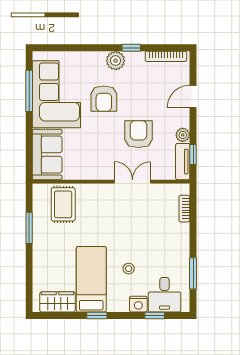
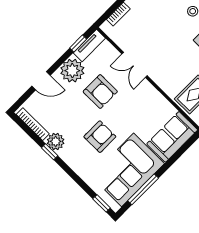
window: (51, 48) -> (102, 203), added
plant: (116, 61) -> (56, 141), moved
armchair: (139, 134) -> (100, 92), turned -90
plant: (183, 135) -> (72, 71), width x1.87, depth x1.87

